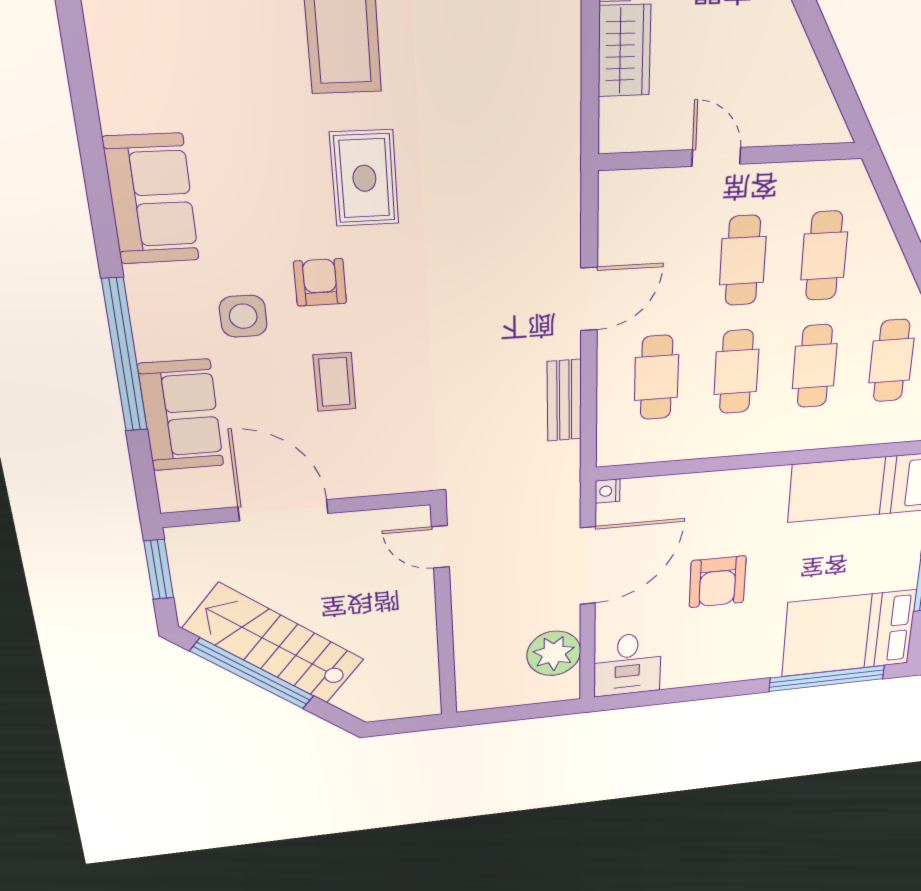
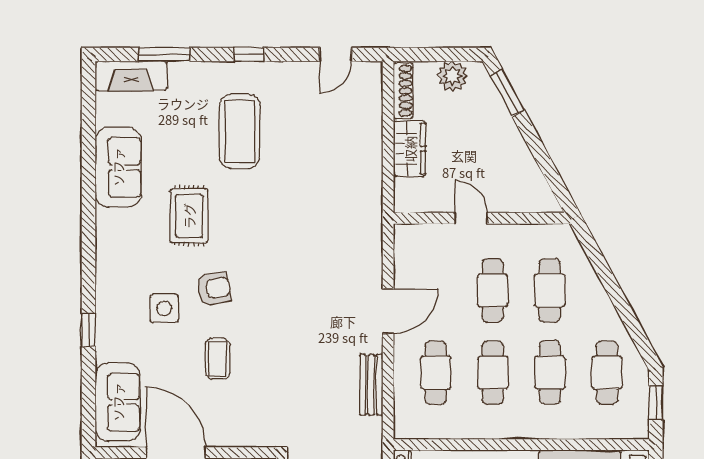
rug: (364, 178) -> (189, 216), moved
sofa: (151, 199) -> (118, 167), moved
armchair: (320, 282) -> (214, 288), turned 80
window: (125, 356) -> (88, 330), width x0.32
sofa: (181, 415) -> (118, 402), moved

